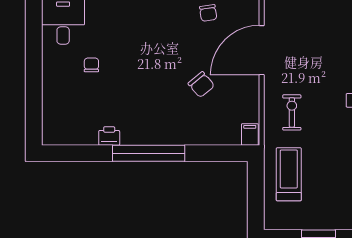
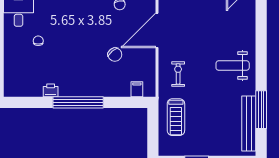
filing cabinet: (250, 134) -> (137, 89), moved
treadmill: (289, 174) -> (176, 117), turned 180

